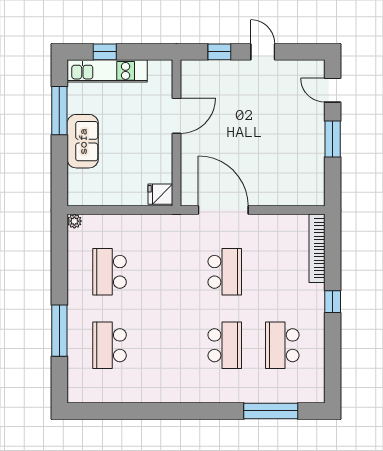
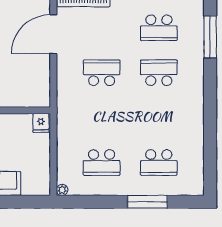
door: (223, 210) -> (53, 34), moved

